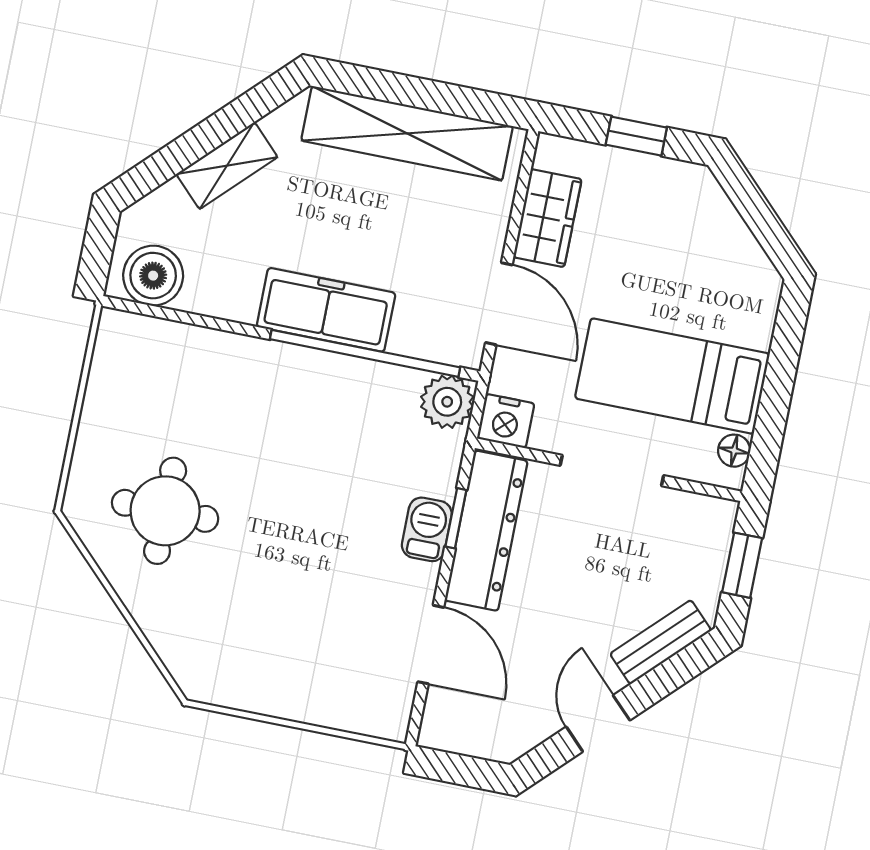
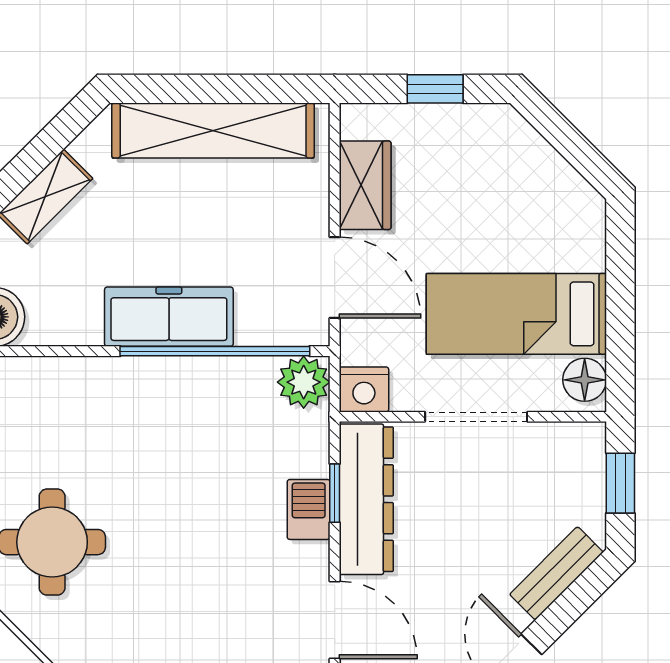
floor lamp: (734, 451) -> (585, 380), width x1.37, depth x1.37

